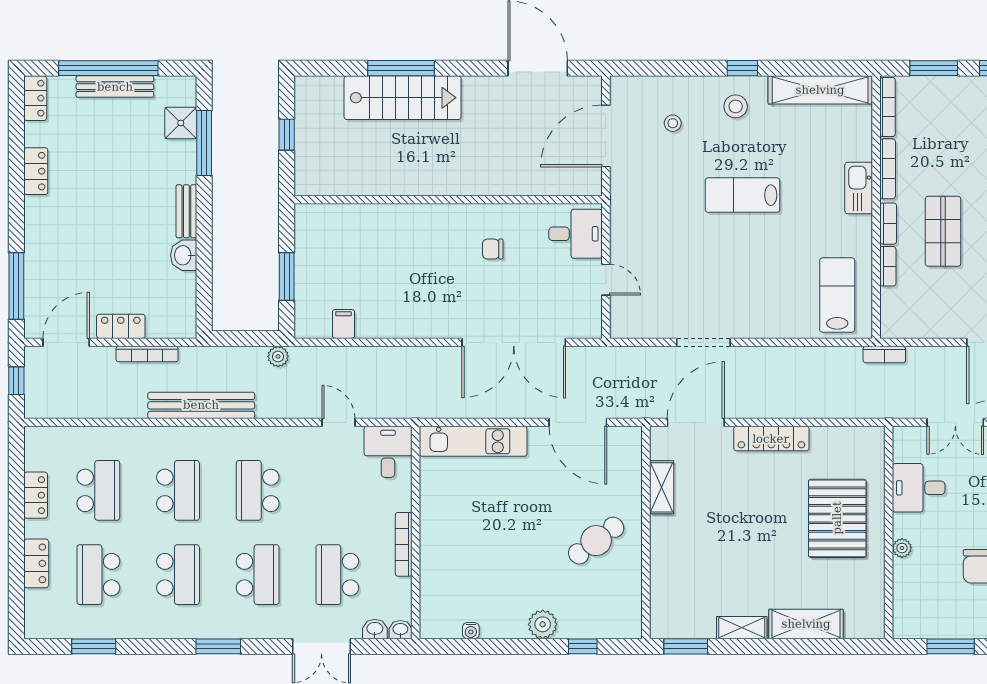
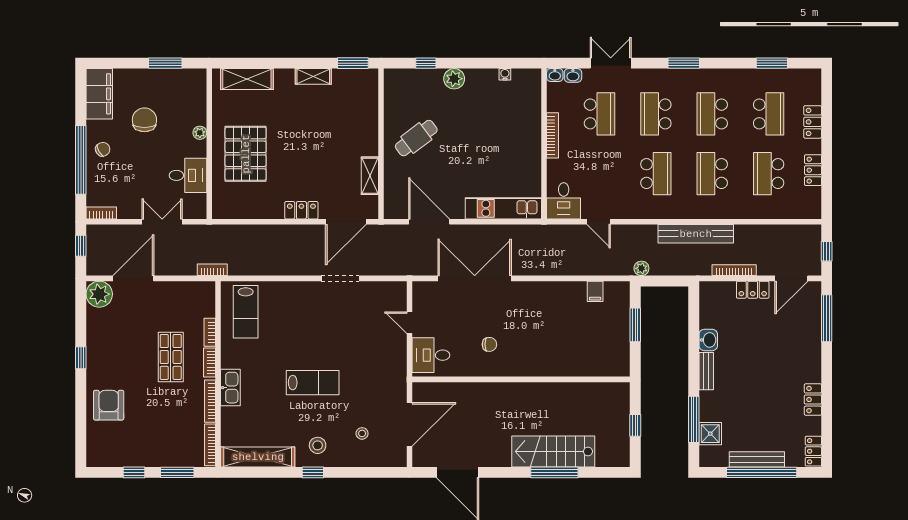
locker: (771, 439) -> (301, 210), width x0.66
shelving: (806, 624) -> (247, 79), moved

